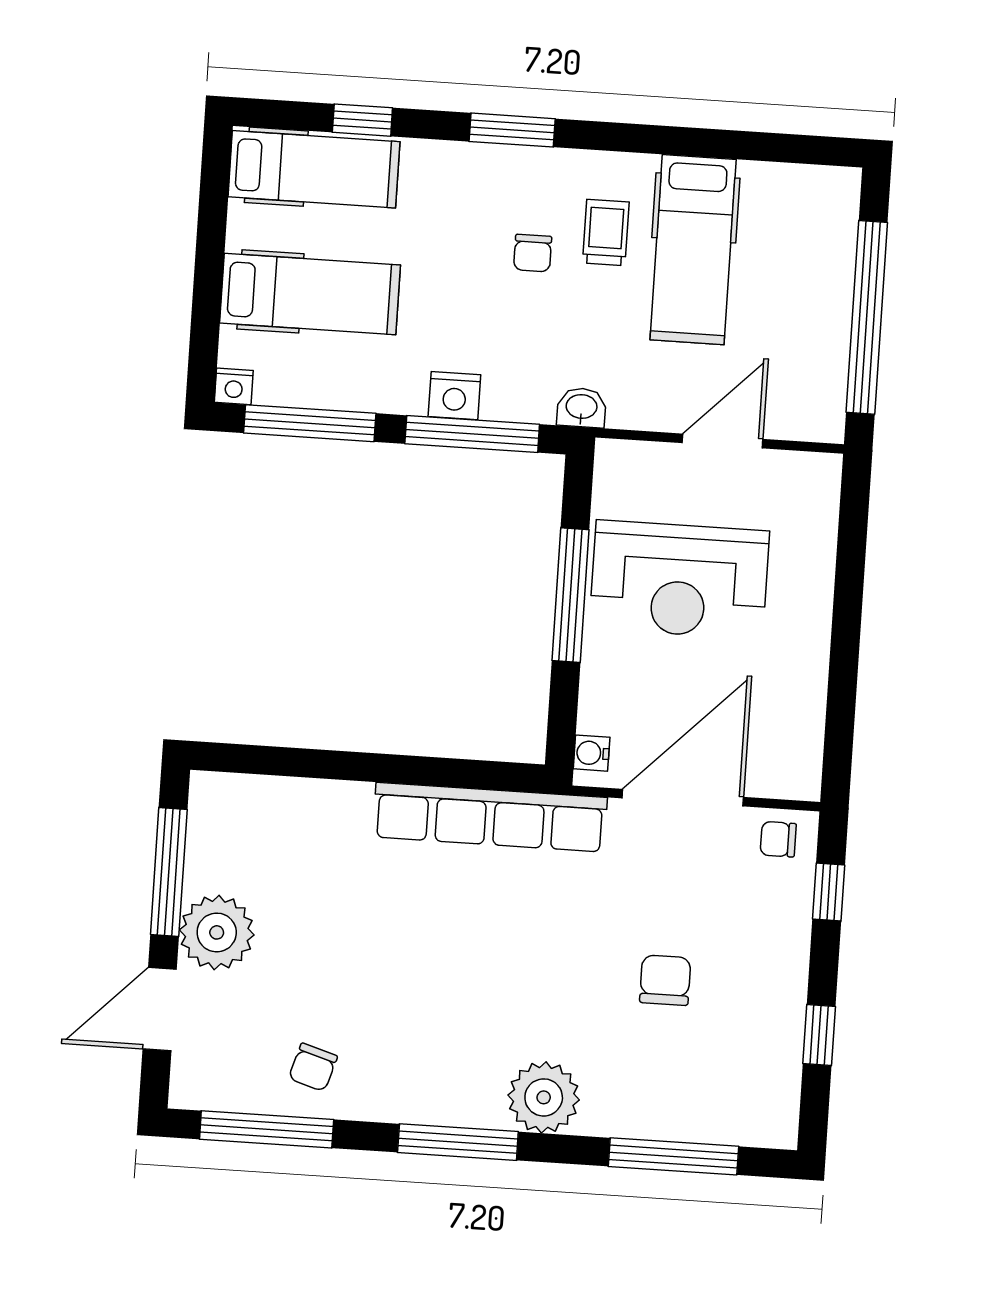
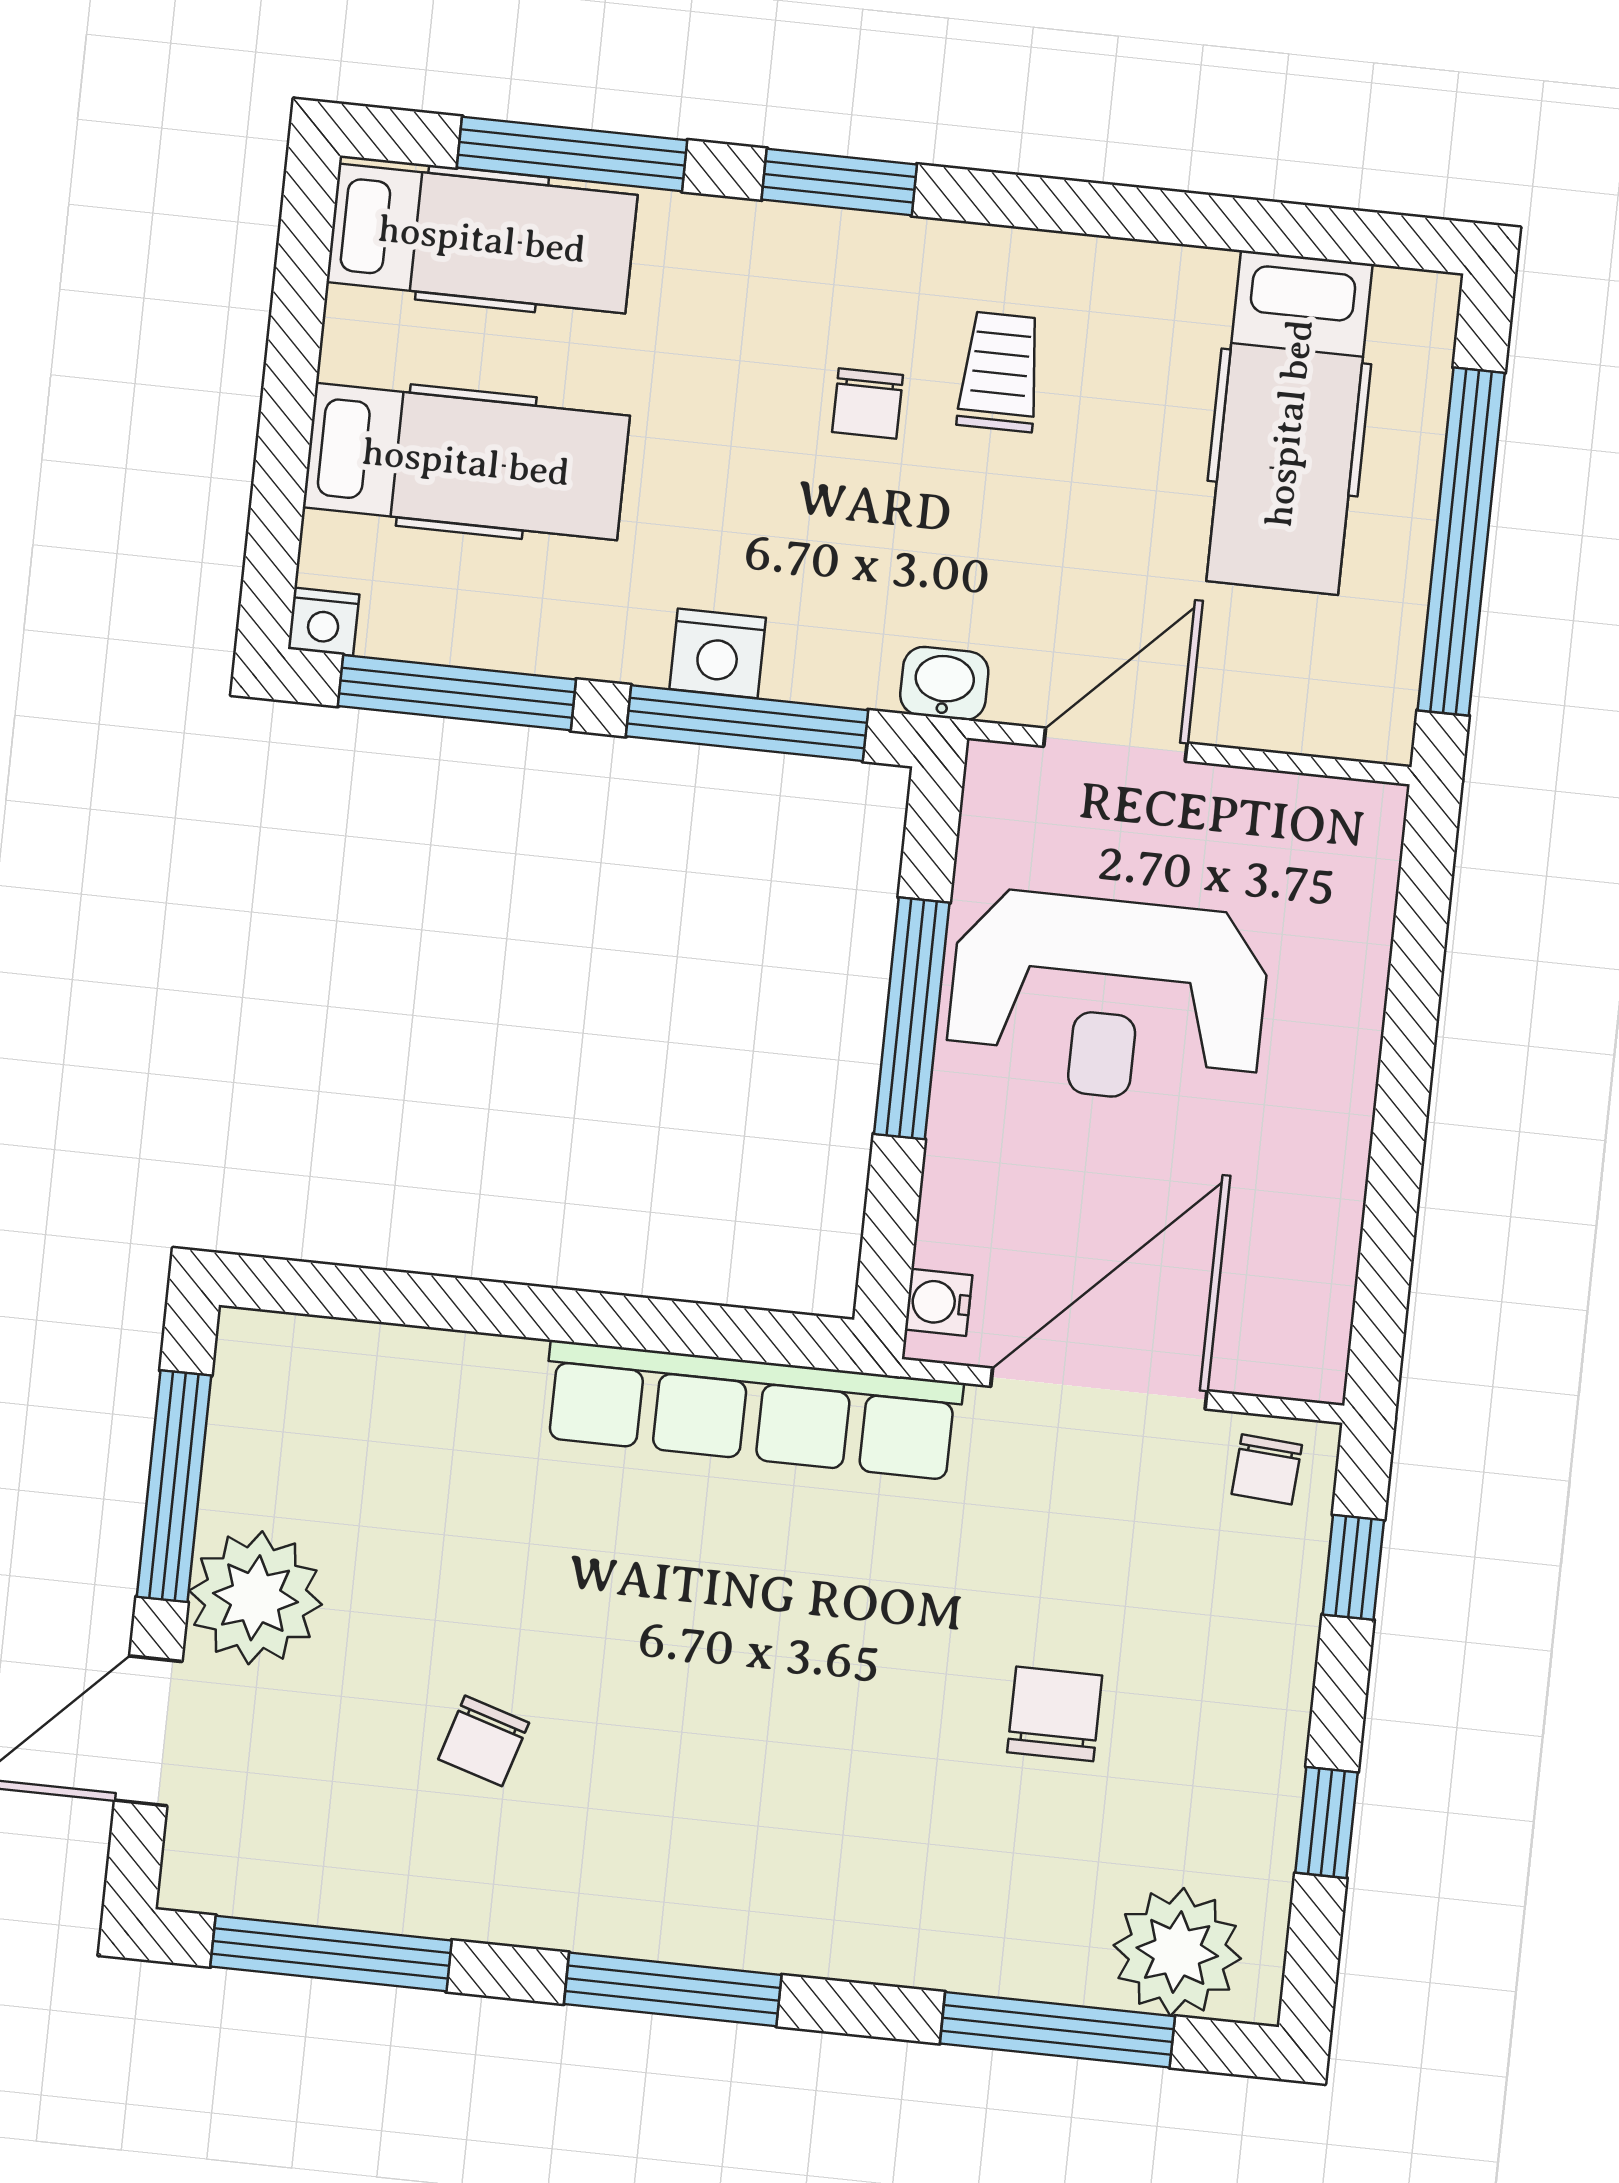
window: (362, 120) -> (572, 154), width x2.17
hospital bed: (693, 250) -> (1289, 423), moved
door: (723, 441) -> (1115, 745), moved
chair: (778, 839) -> (1267, 1469), turned -86
chair: (313, 1067) -> (484, 1741), moved
plant: (544, 1097) -> (1177, 1952), moved

